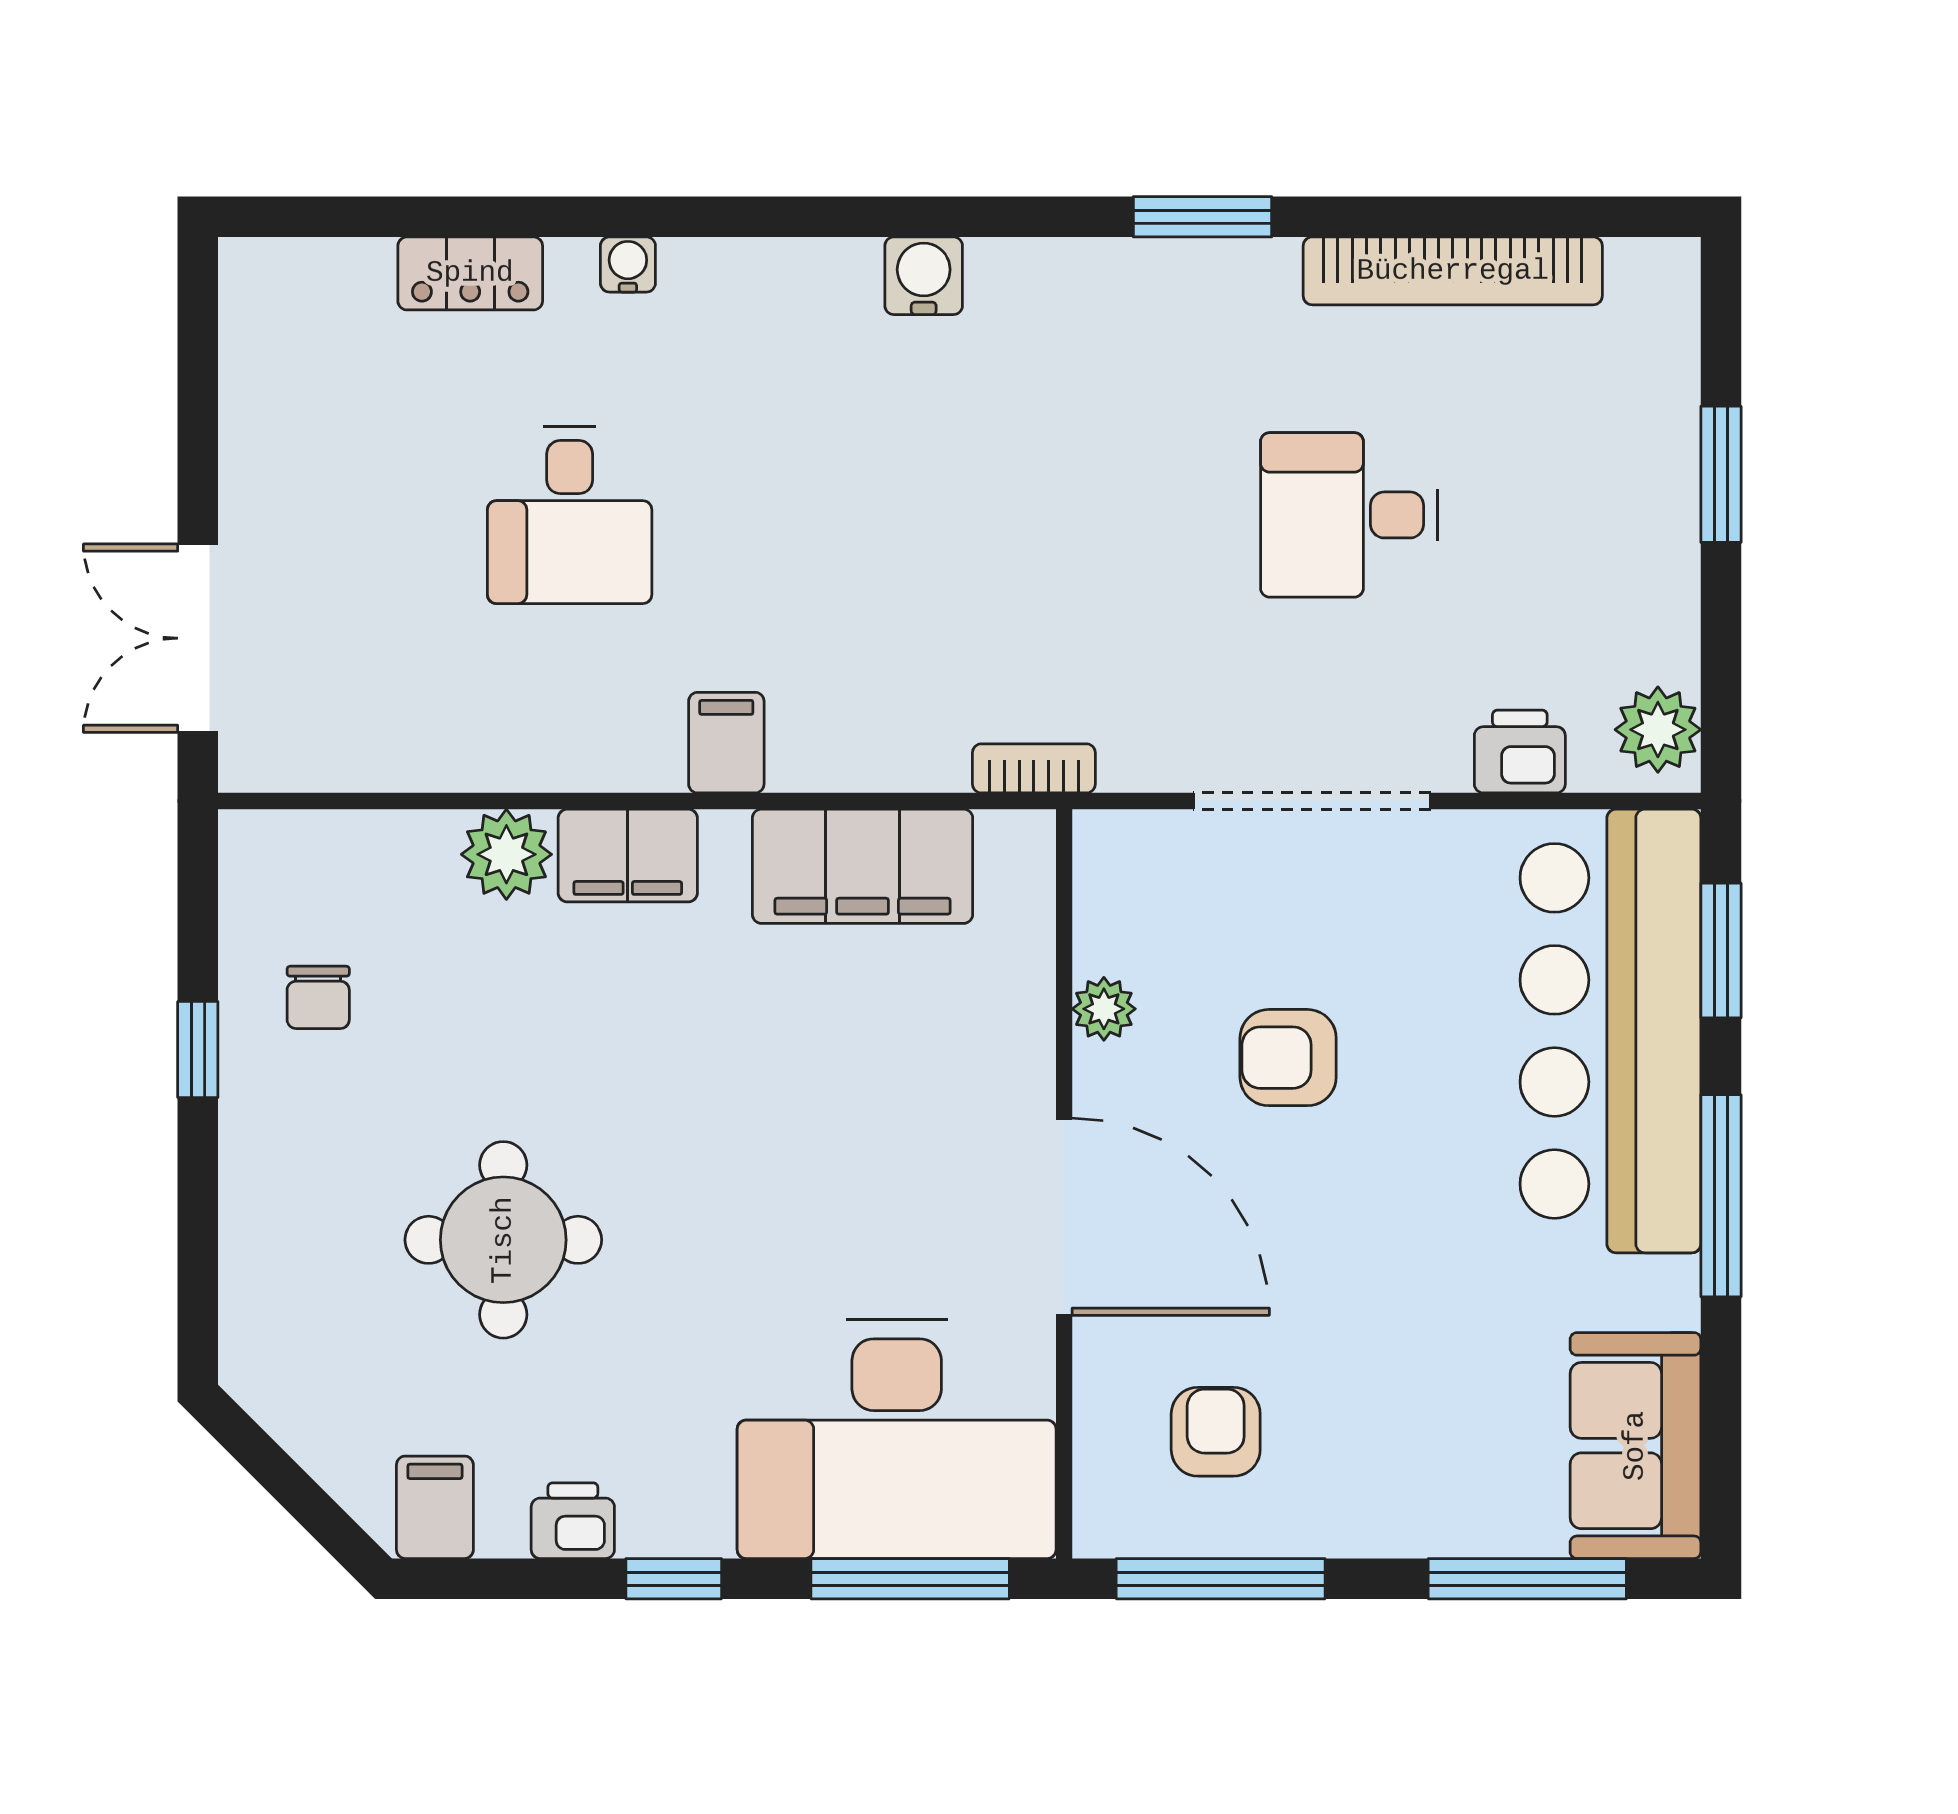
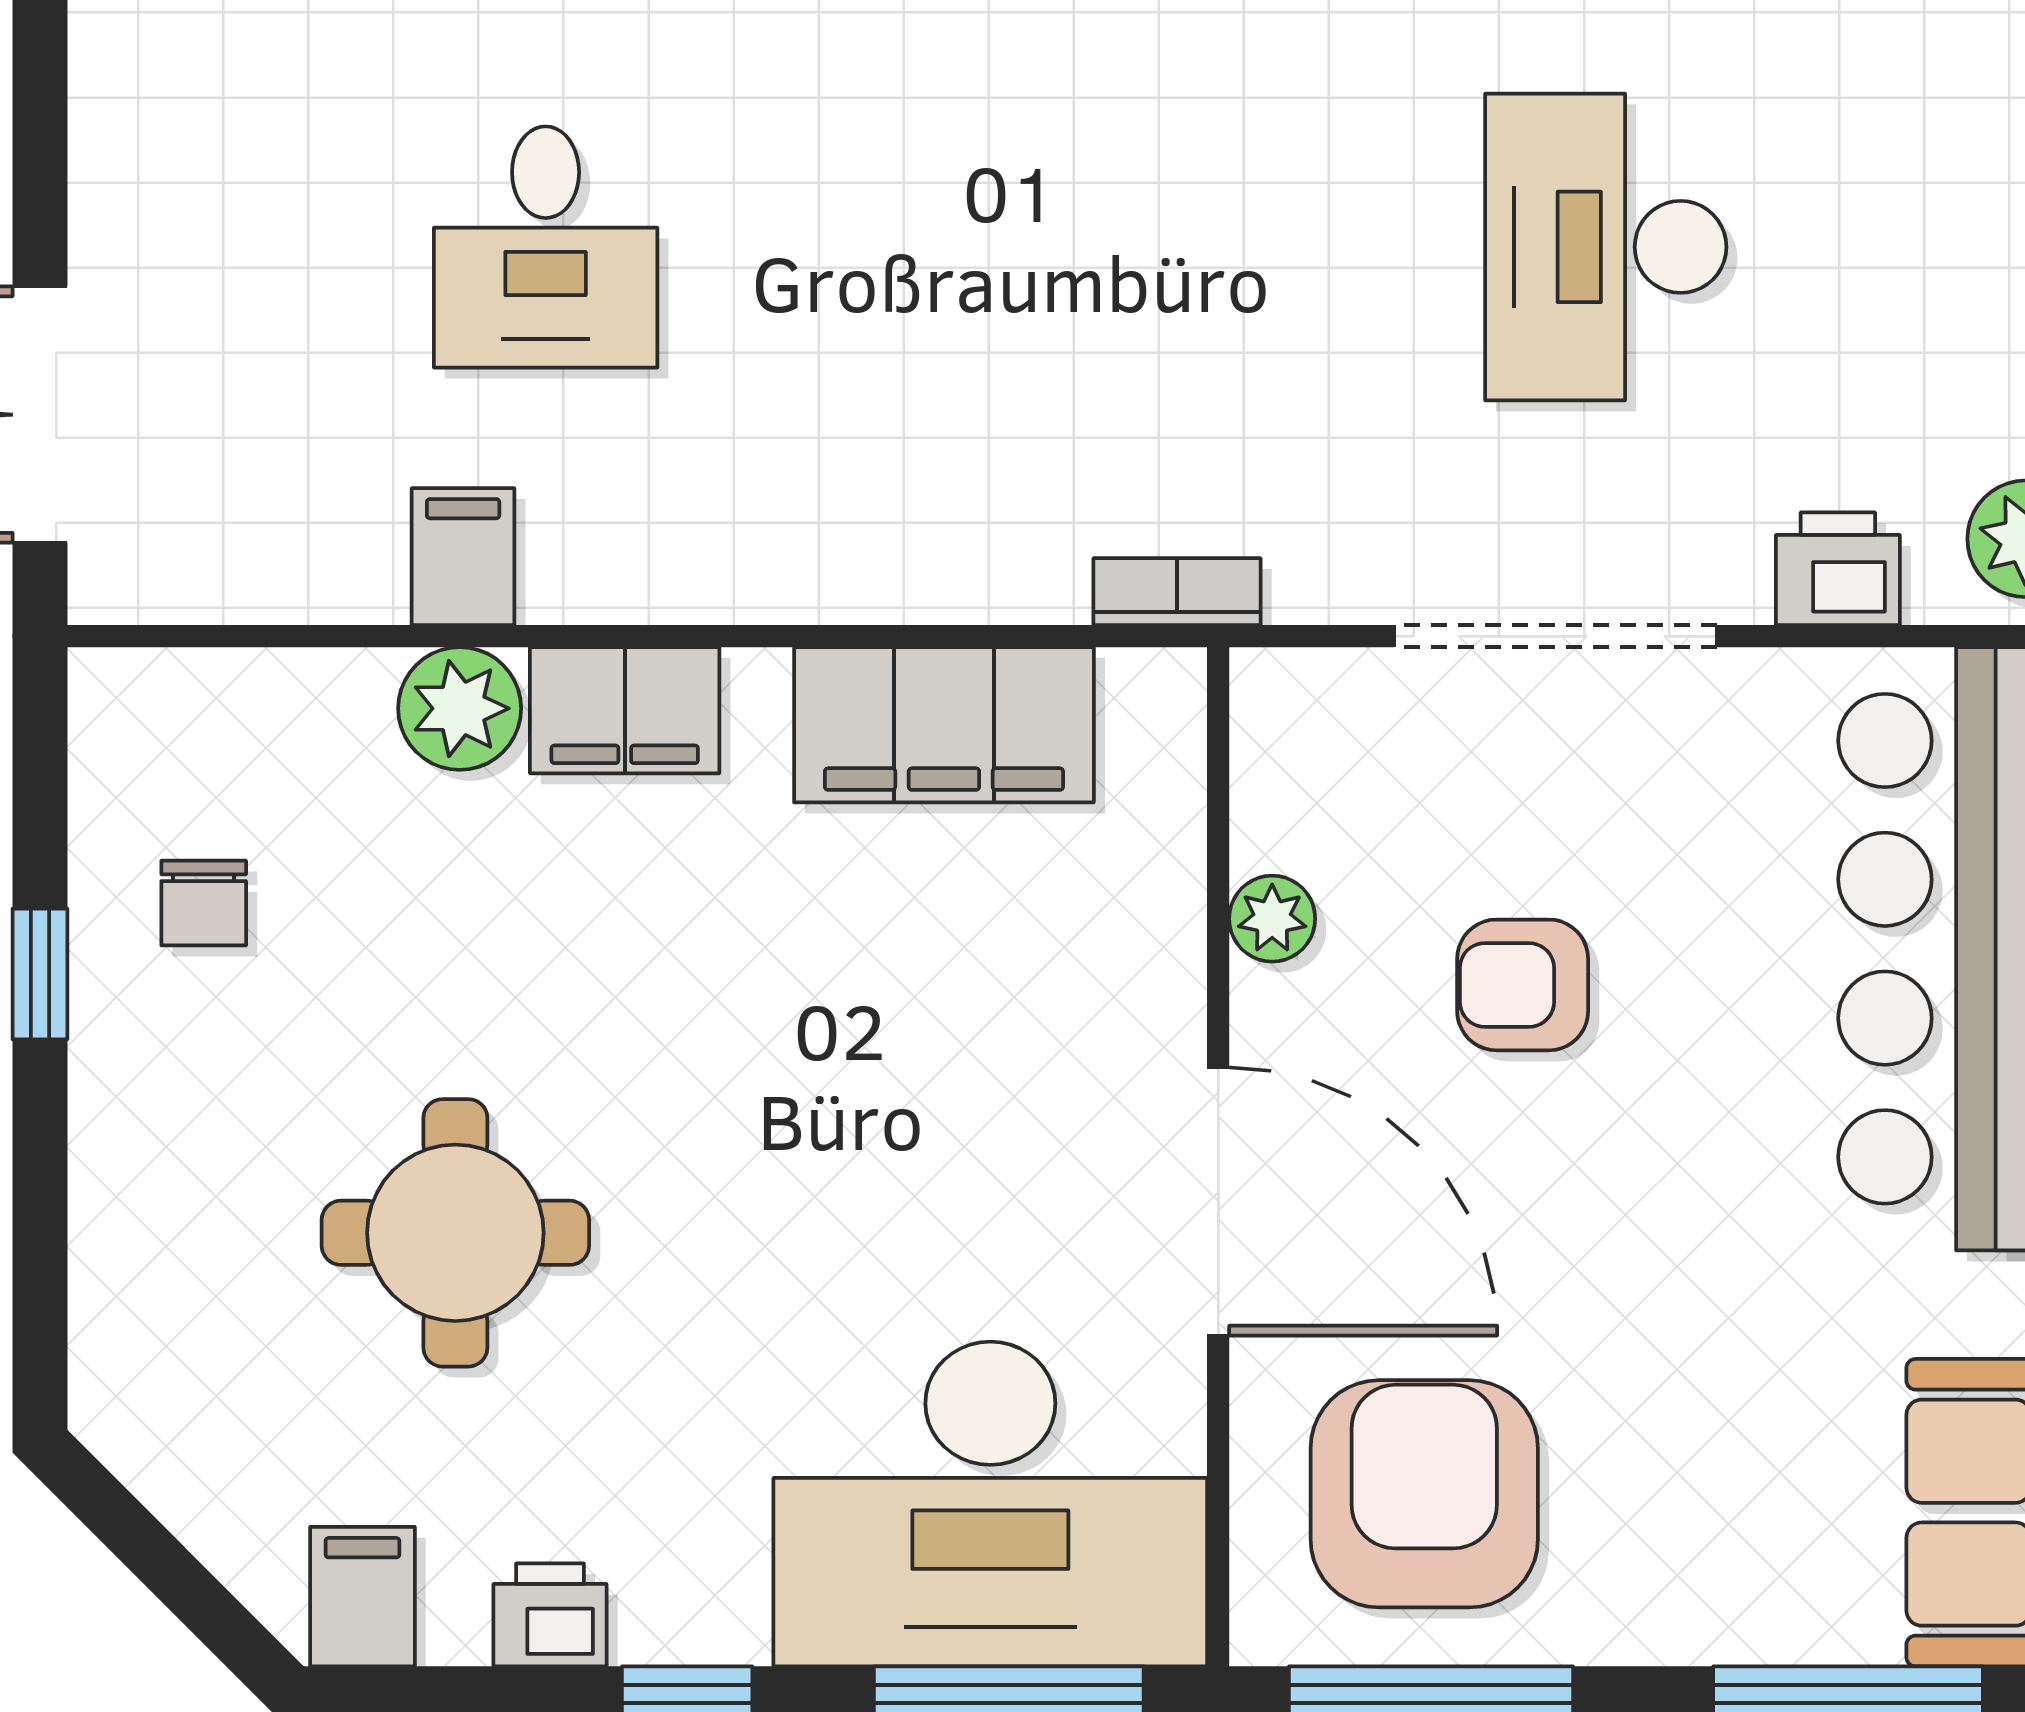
desk: (1349, 515) -> (1606, 247), width x1.37
filing cabinet: (726, 743) -> (463, 557), moved
armchair: (1216, 1432) -> (1424, 1494), width x1.88, depth x1.88

